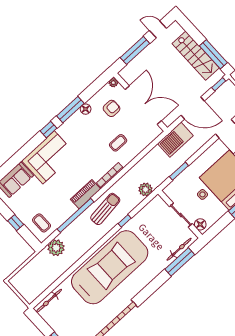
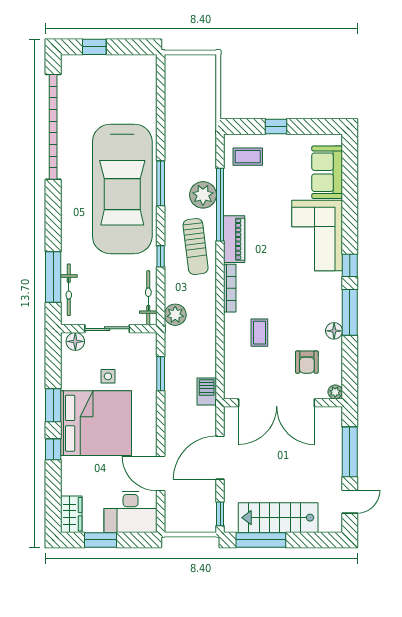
barbecue: (175, 140) -> (207, 391), width x0.53, depth x0.65
plant: (56, 248) -> (203, 195), moved
window: (91, 252) -> (161, 183), added
bicycle: (49, 301) -> (148, 298), moved

